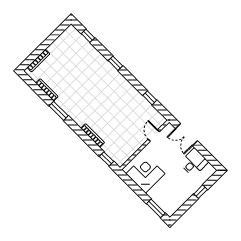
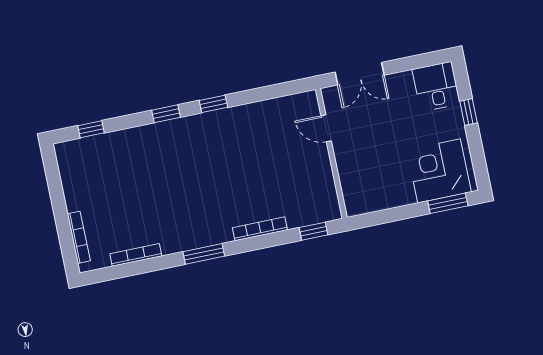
window: (150, 98) -> (213, 104), moved
window: (59, 111) -> (204, 254), moved
desk: (194, 162) -> (436, 87), moved
corner desk: (145, 174) -> (439, 171), moved

